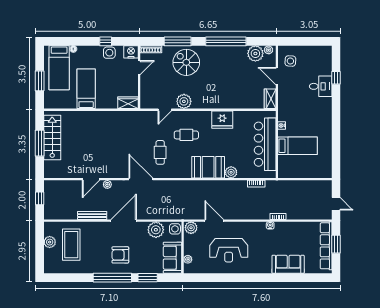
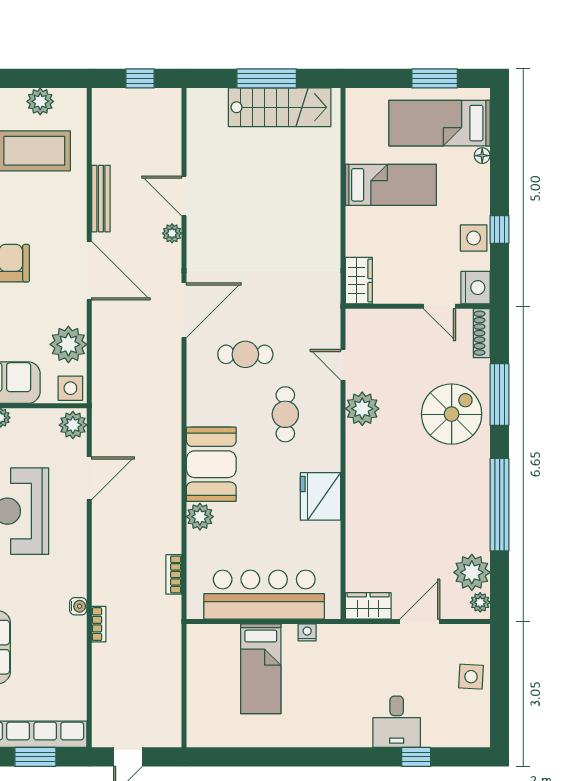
side table: (290, 61) -> (471, 677), moved
window: (40, 81) -> (435, 78), moved

